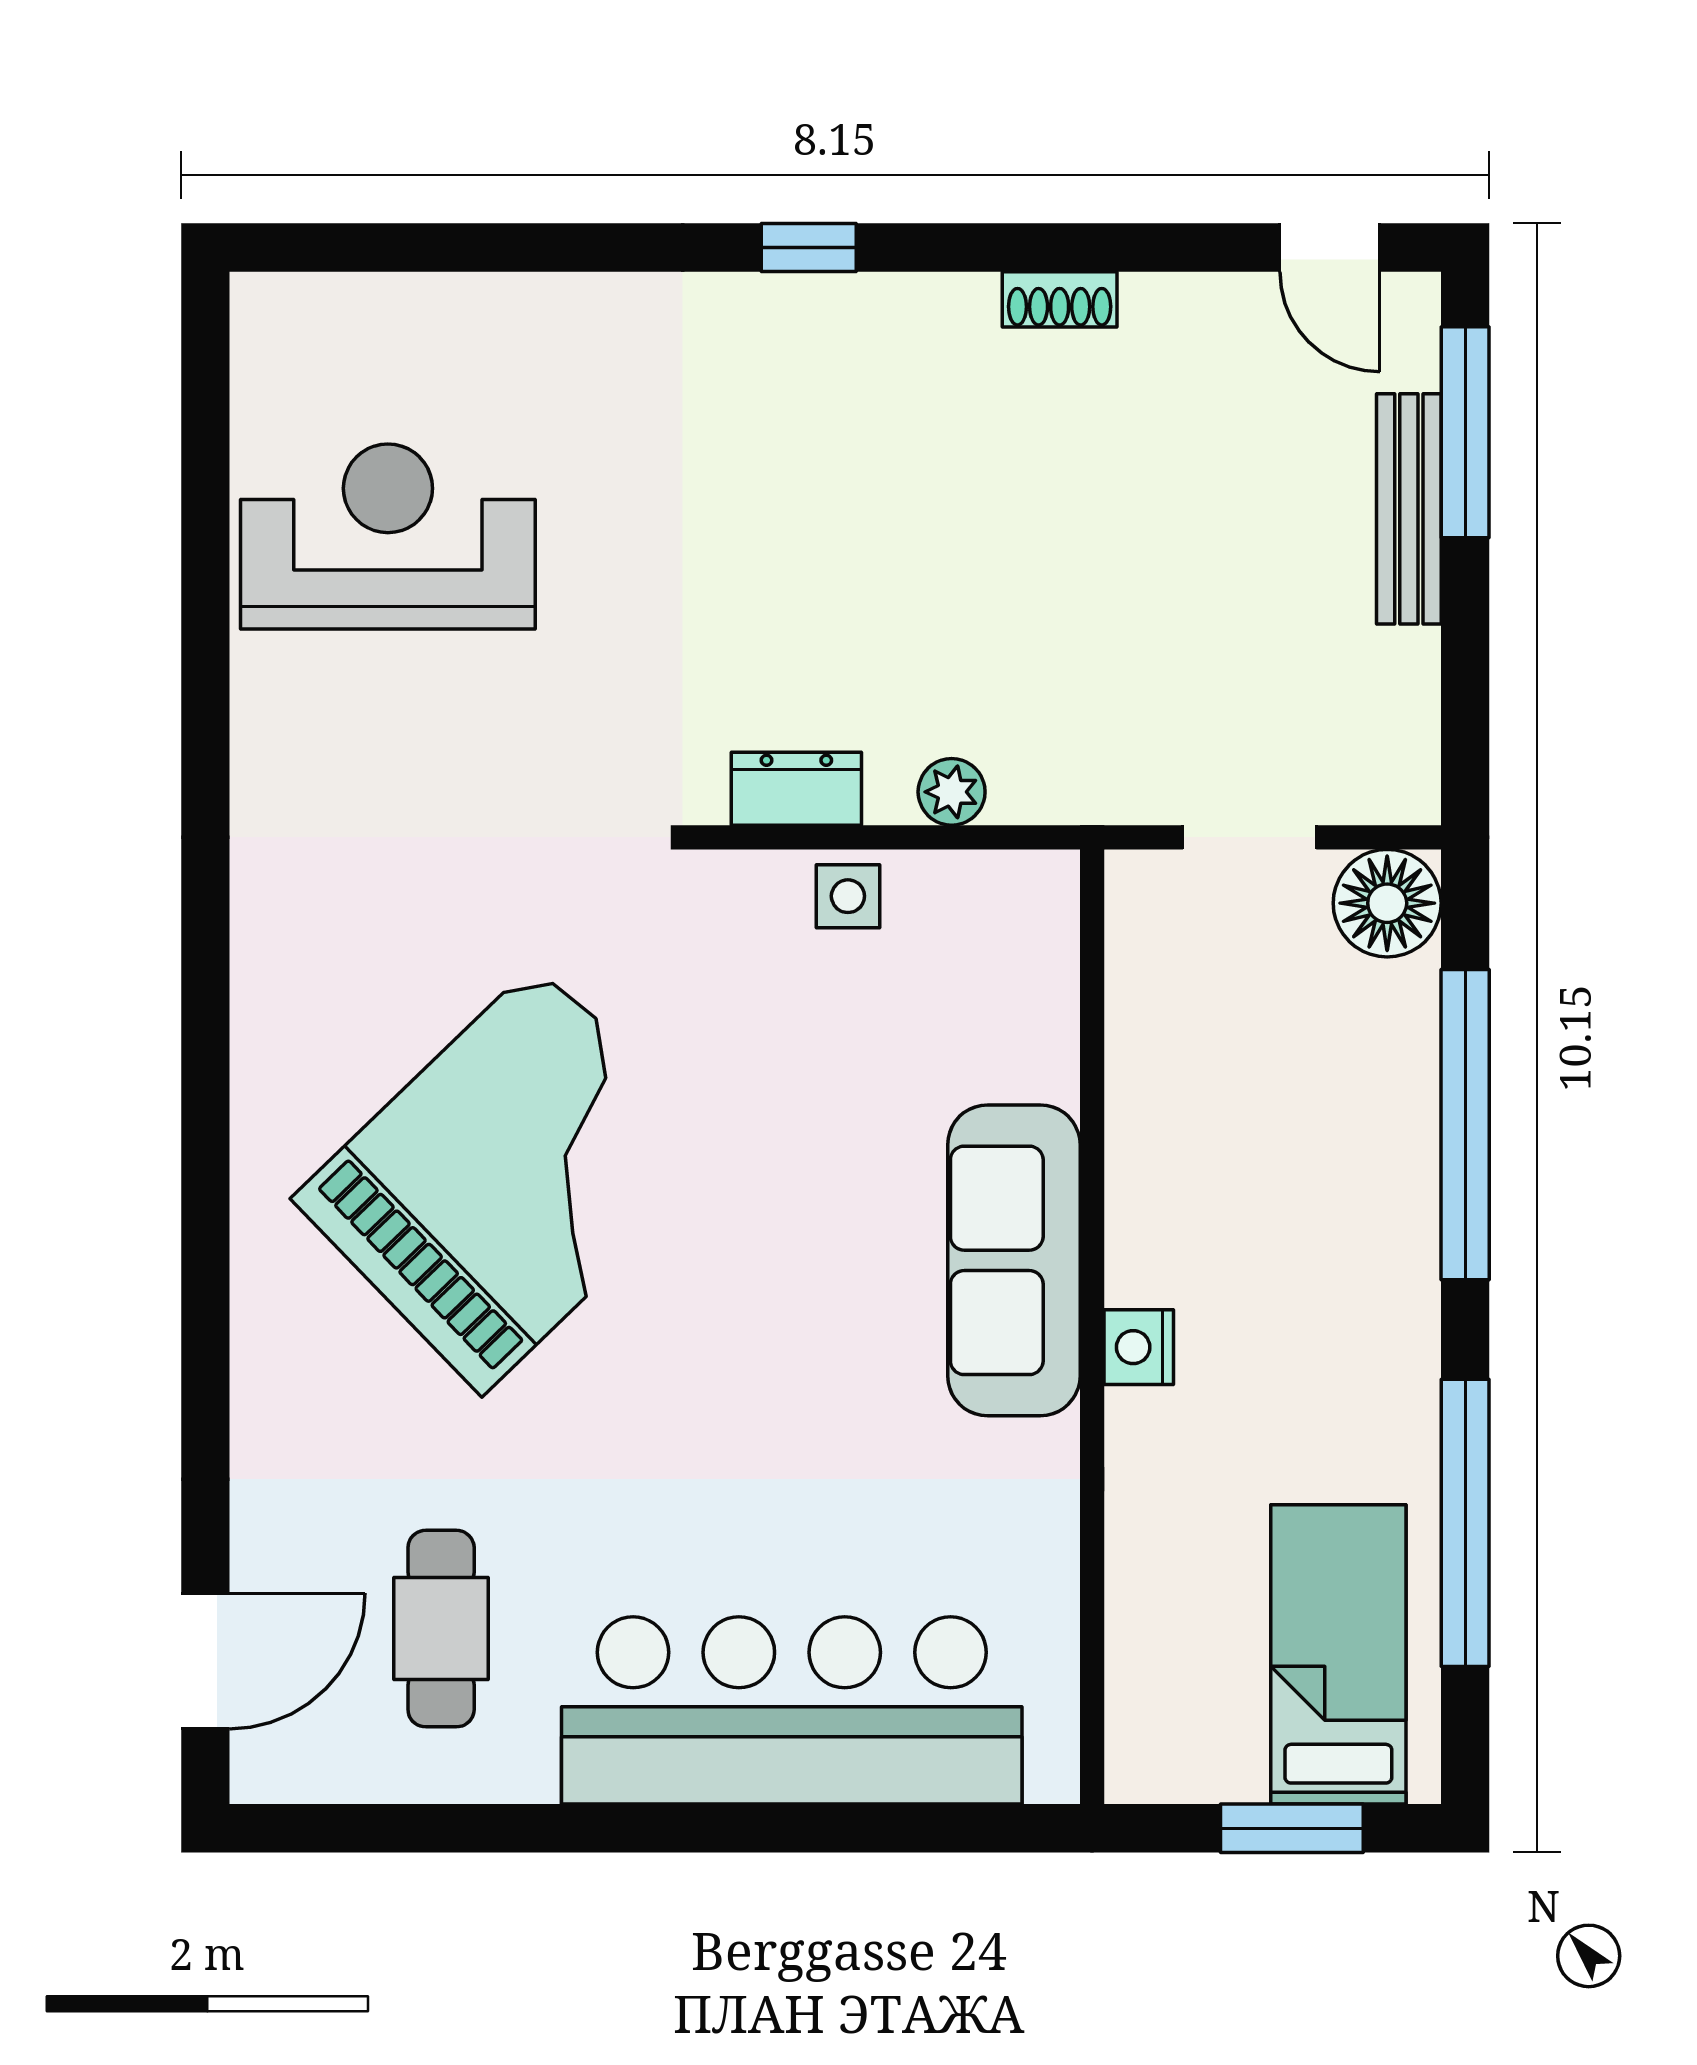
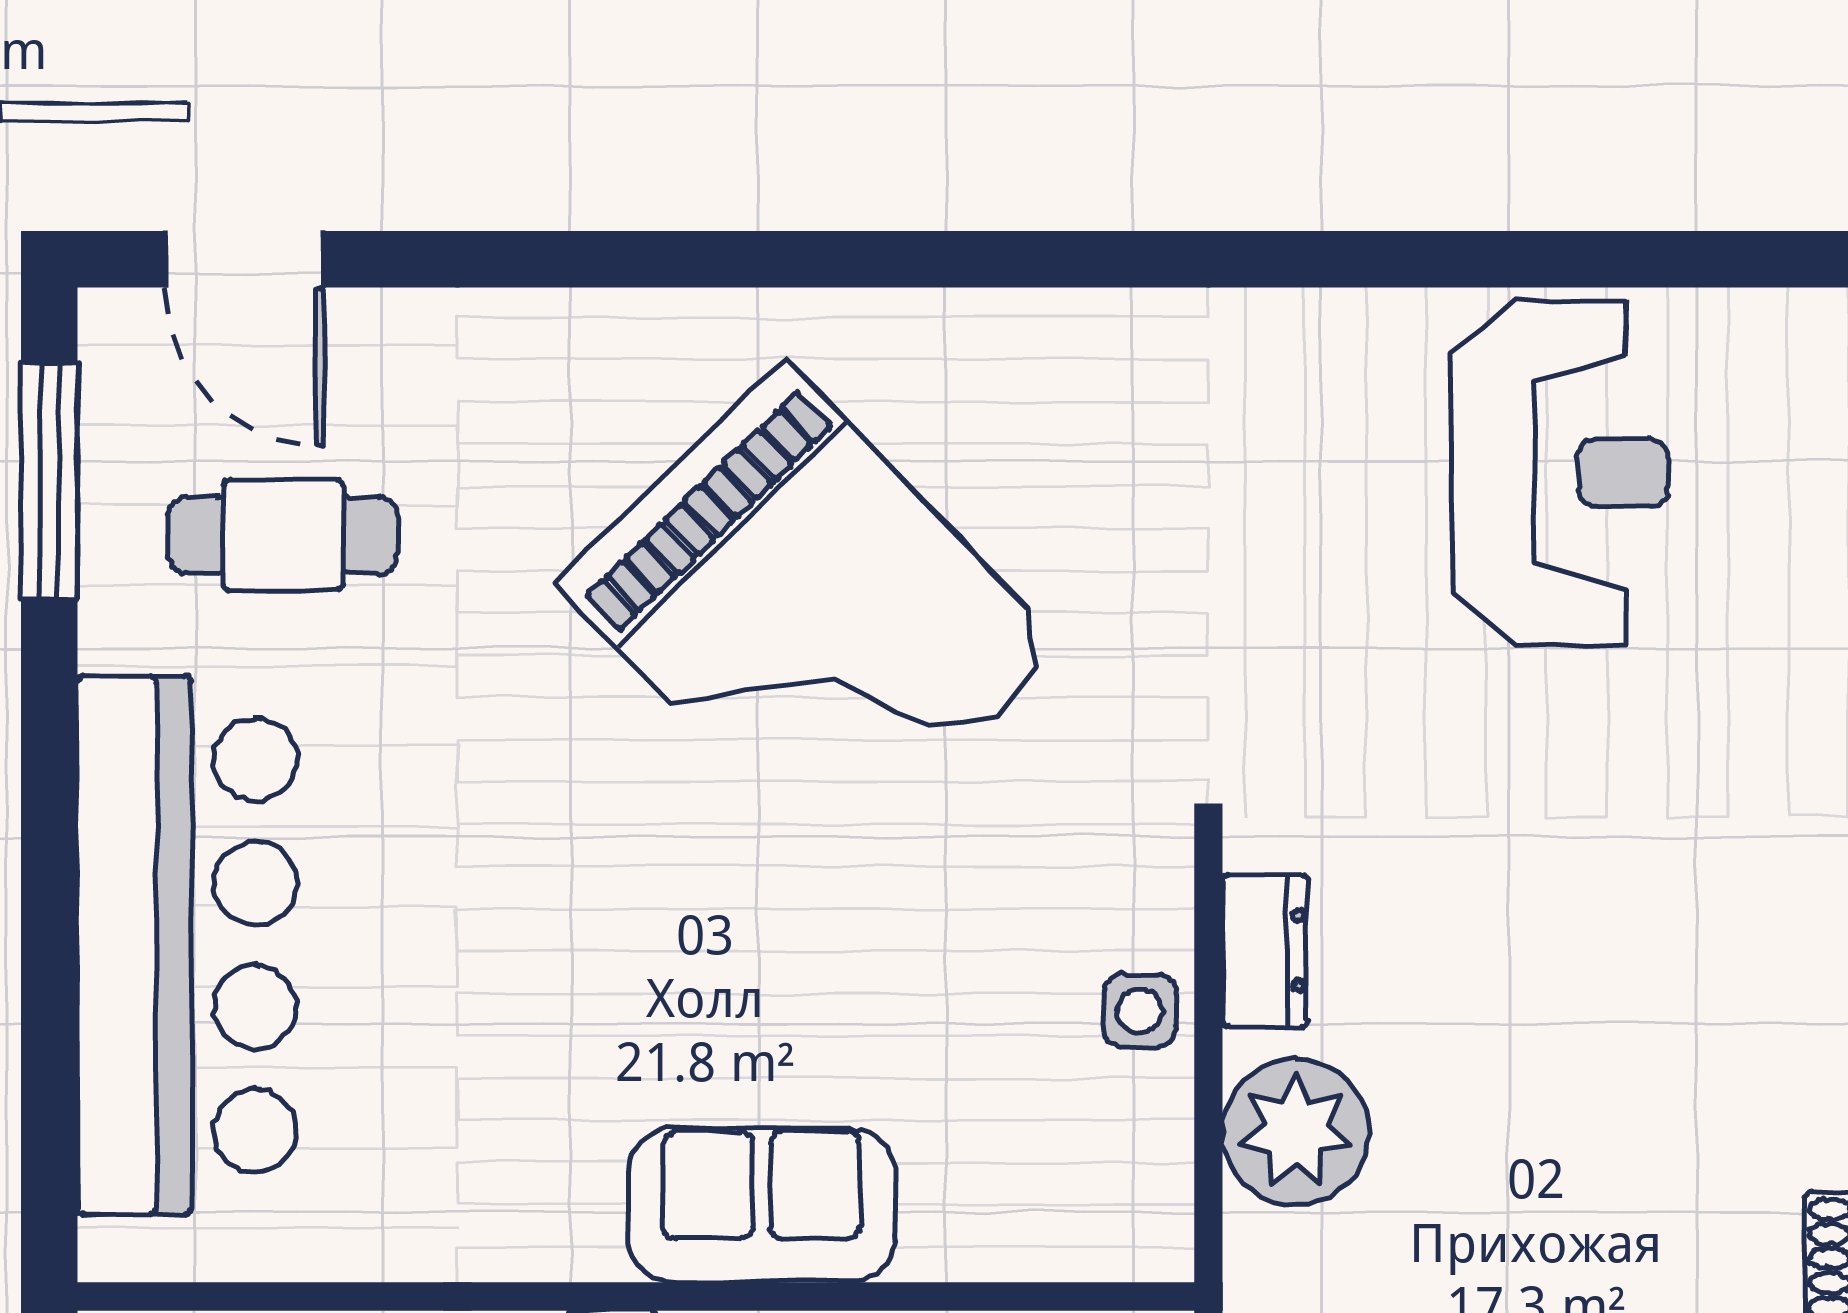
plant: (952, 792) -> (1296, 1132), width x1.88, depth x1.88
sofa: (1014, 1260) -> (762, 1205), width x0.73
window: (395, 1828) -> (49, 481), added

